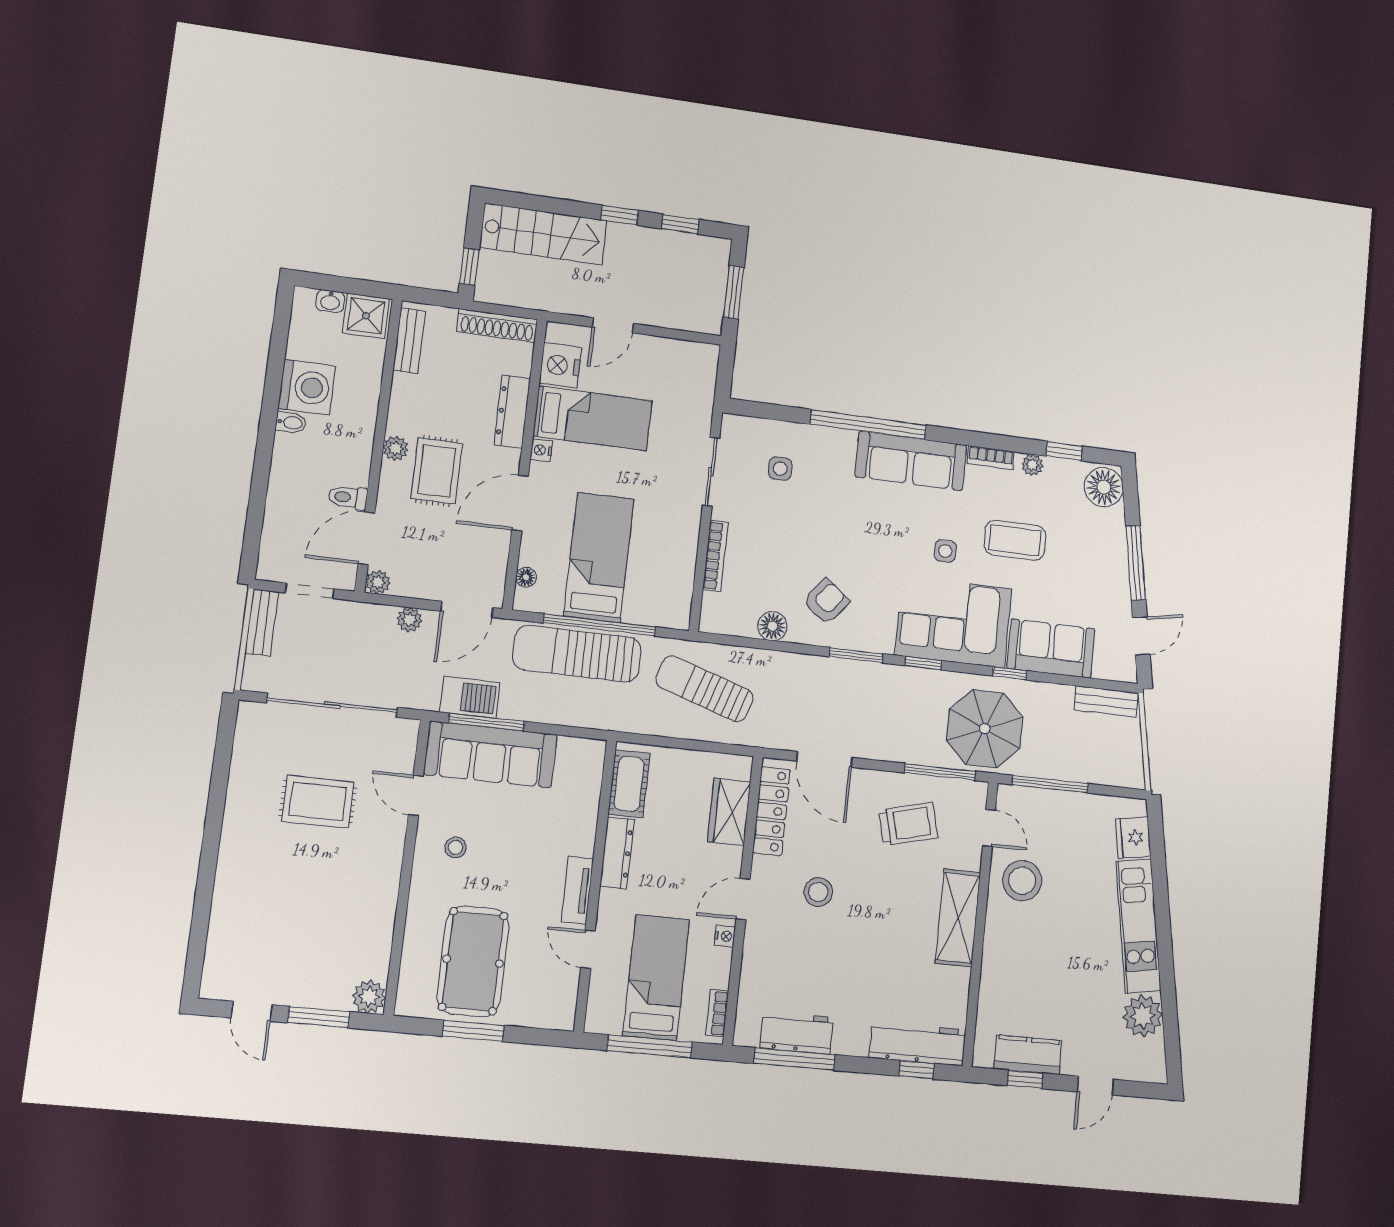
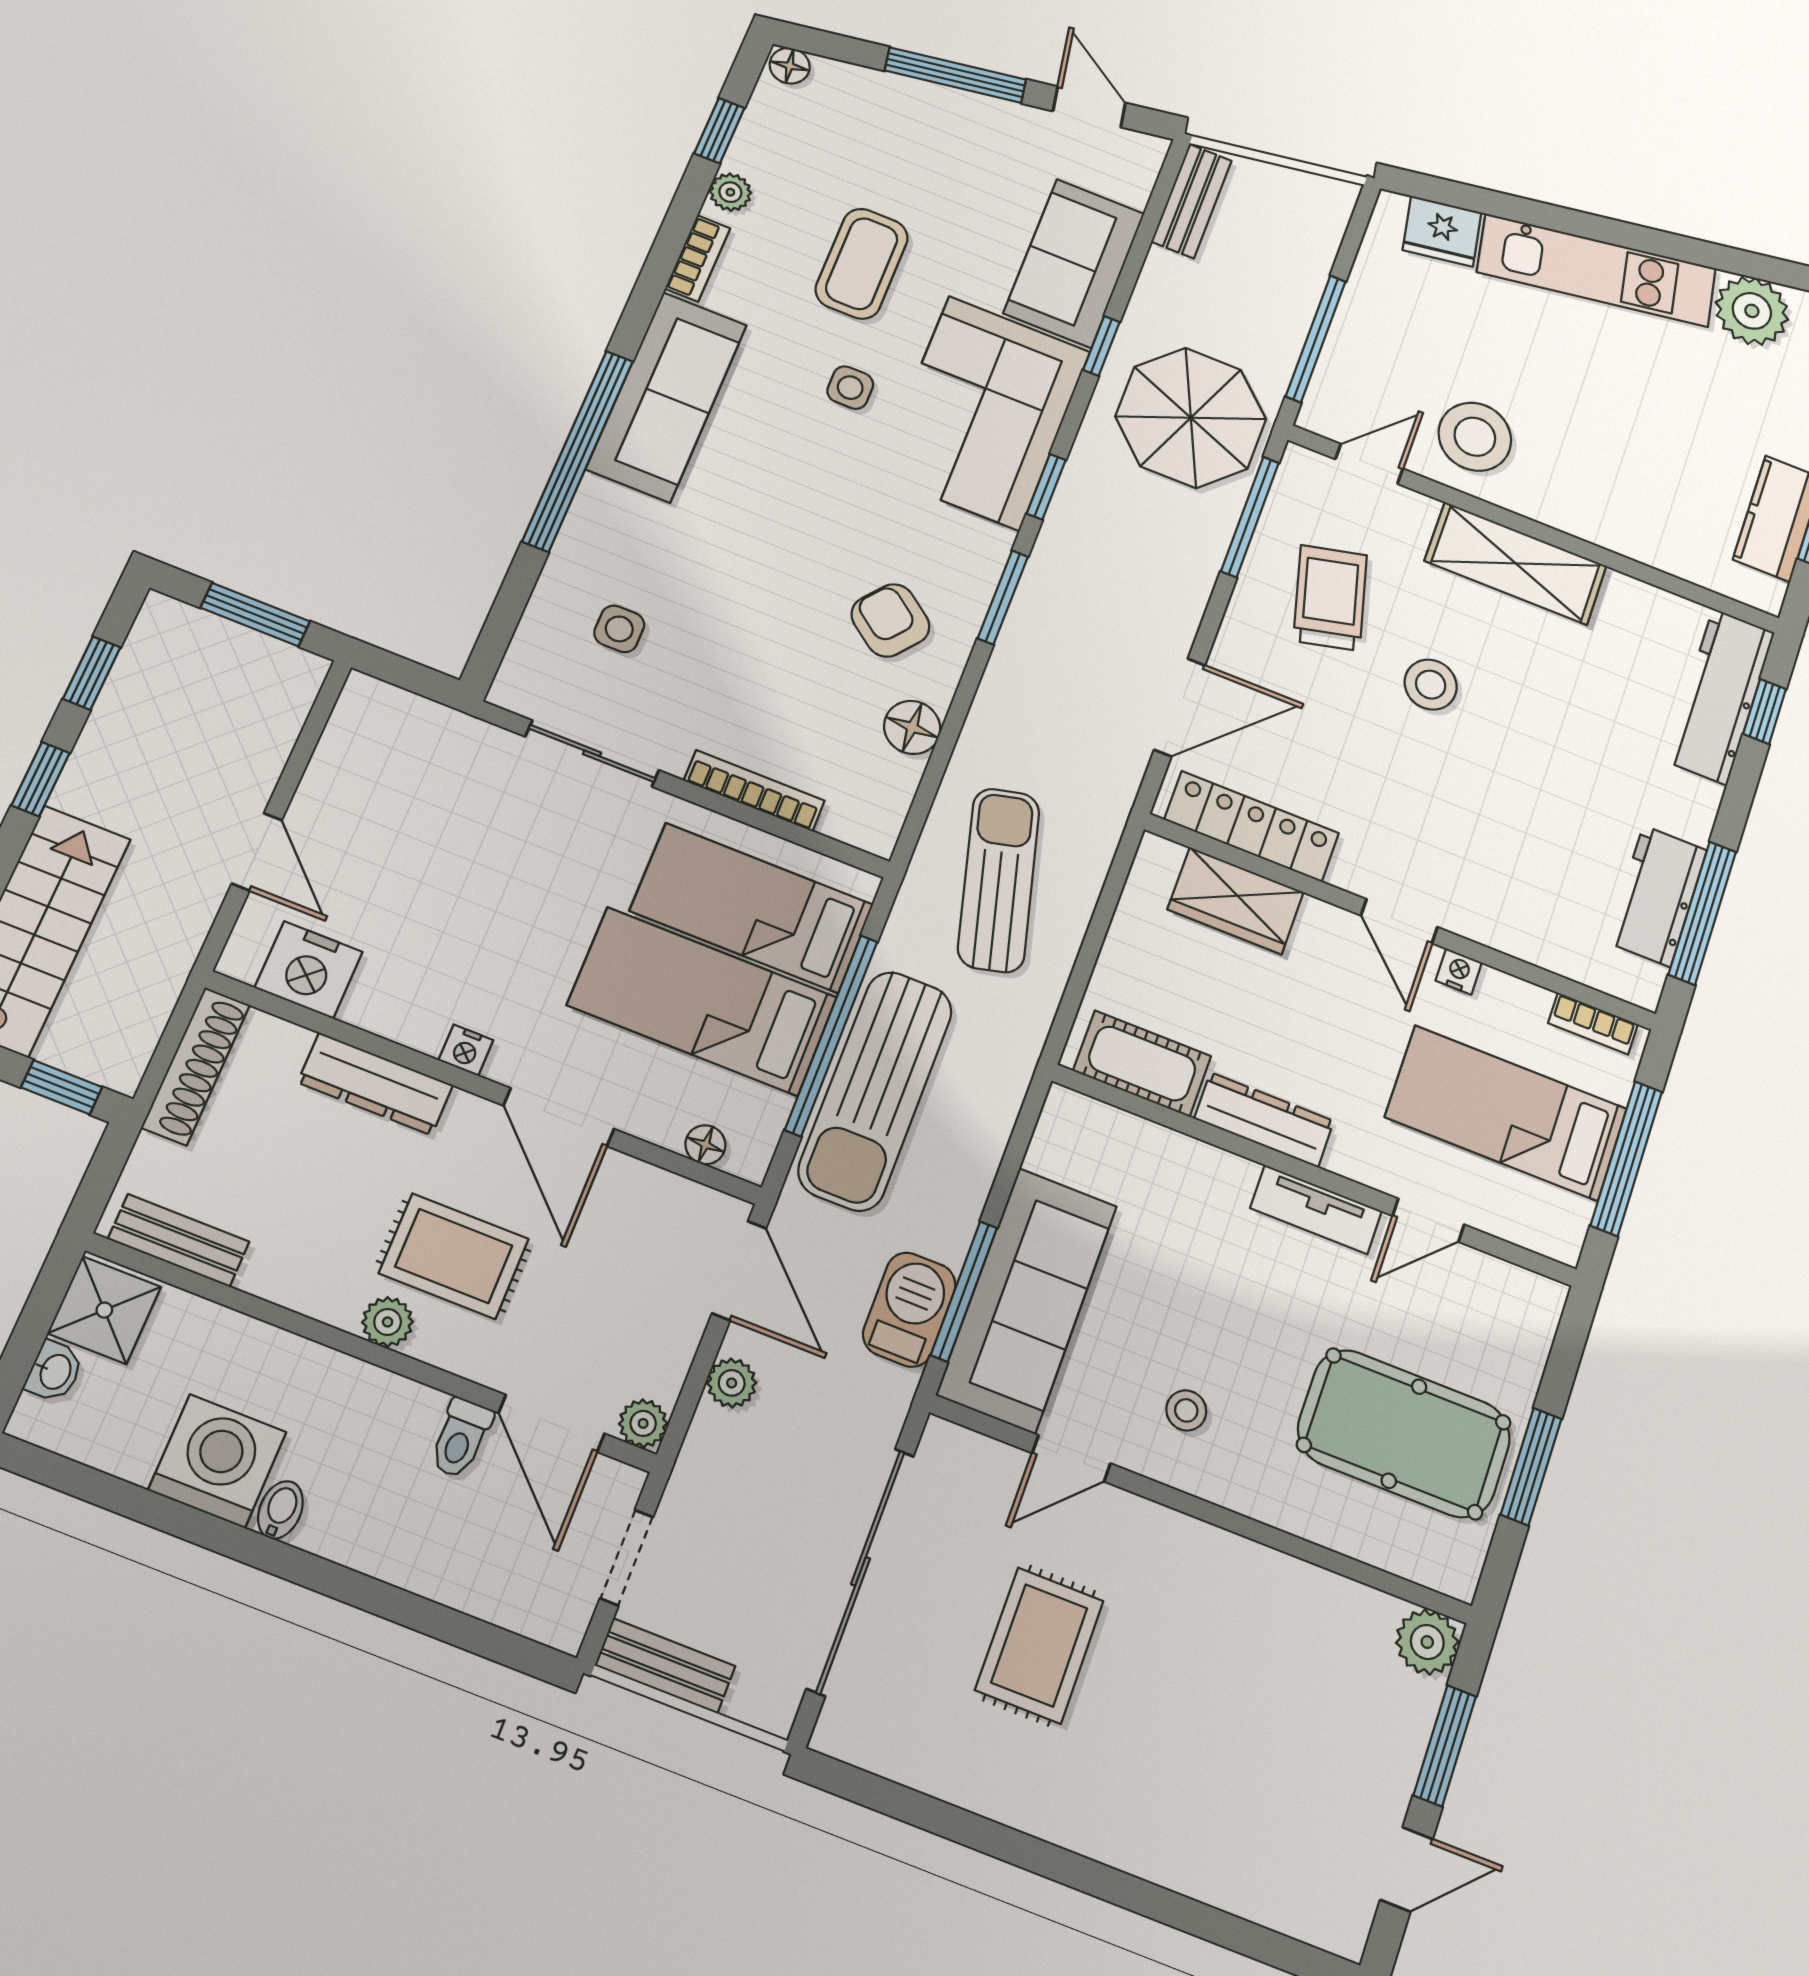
bed: (593, 418) -> (752, 908), moved, turned -90
floor lamp: (1104, 487) -> (790, 66), width x0.53, depth x0.53
sun lounger: (705, 689) -> (999, 880), turned 148
stool: (818, 892) -> (1431, 685), moved

